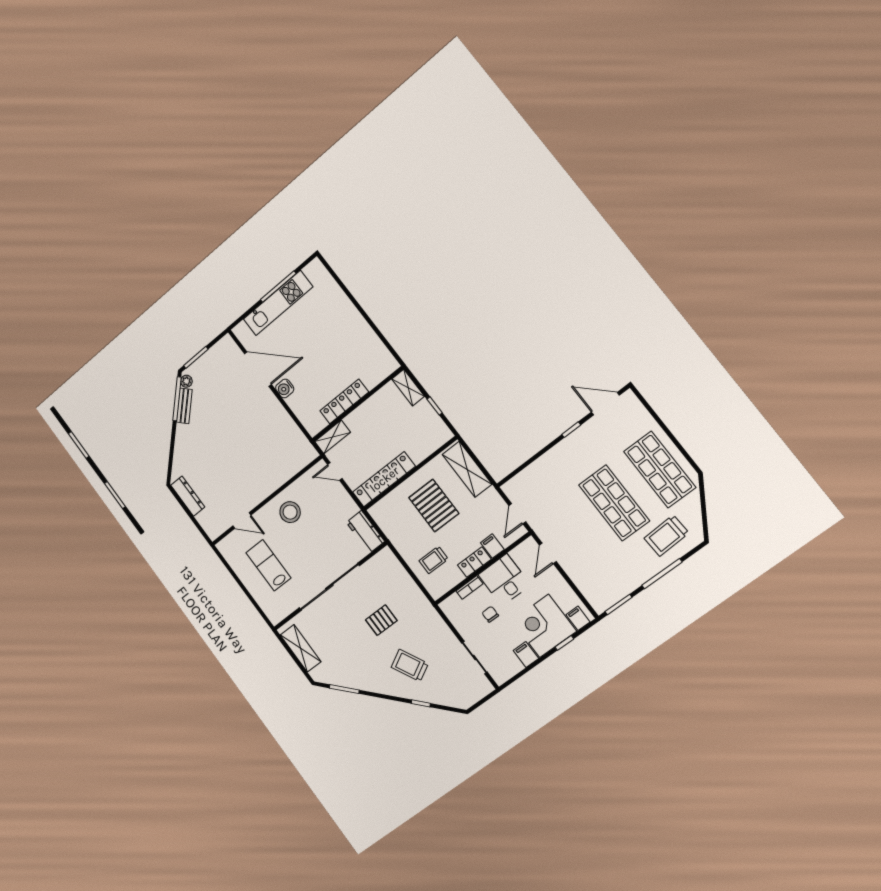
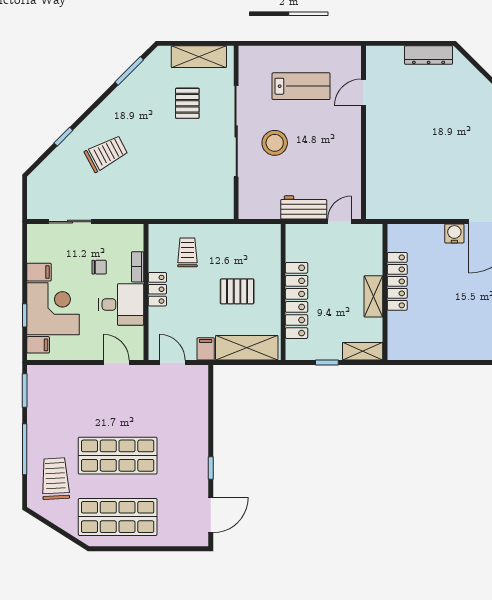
shelving: (333, 437) -> (373, 296), moved
locker: (384, 479) -> (297, 300), moved
pallet: (434, 506) -> (237, 291), width x0.67, depth x0.71
stool: (290, 512) -> (275, 143), moved
workbench: (365, 532) -> (304, 207), moved
filing cabinet: (492, 546) -> (206, 349), moved, turned -90
pallet: (381, 620) -> (187, 103), moved

